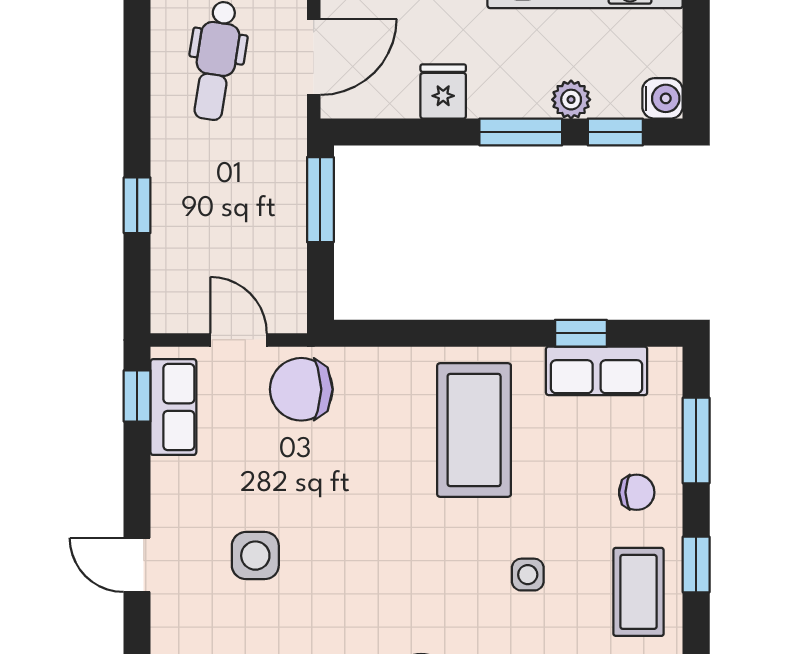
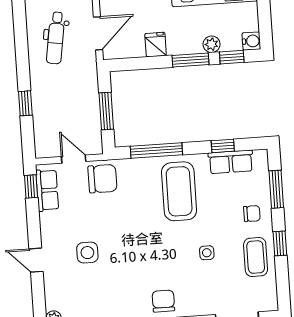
window: (320, 200) -> (106, 111), moved
window: (429, 333) -> (156, 150), added
chair: (301, 389) -> (102, 179), turned 180

